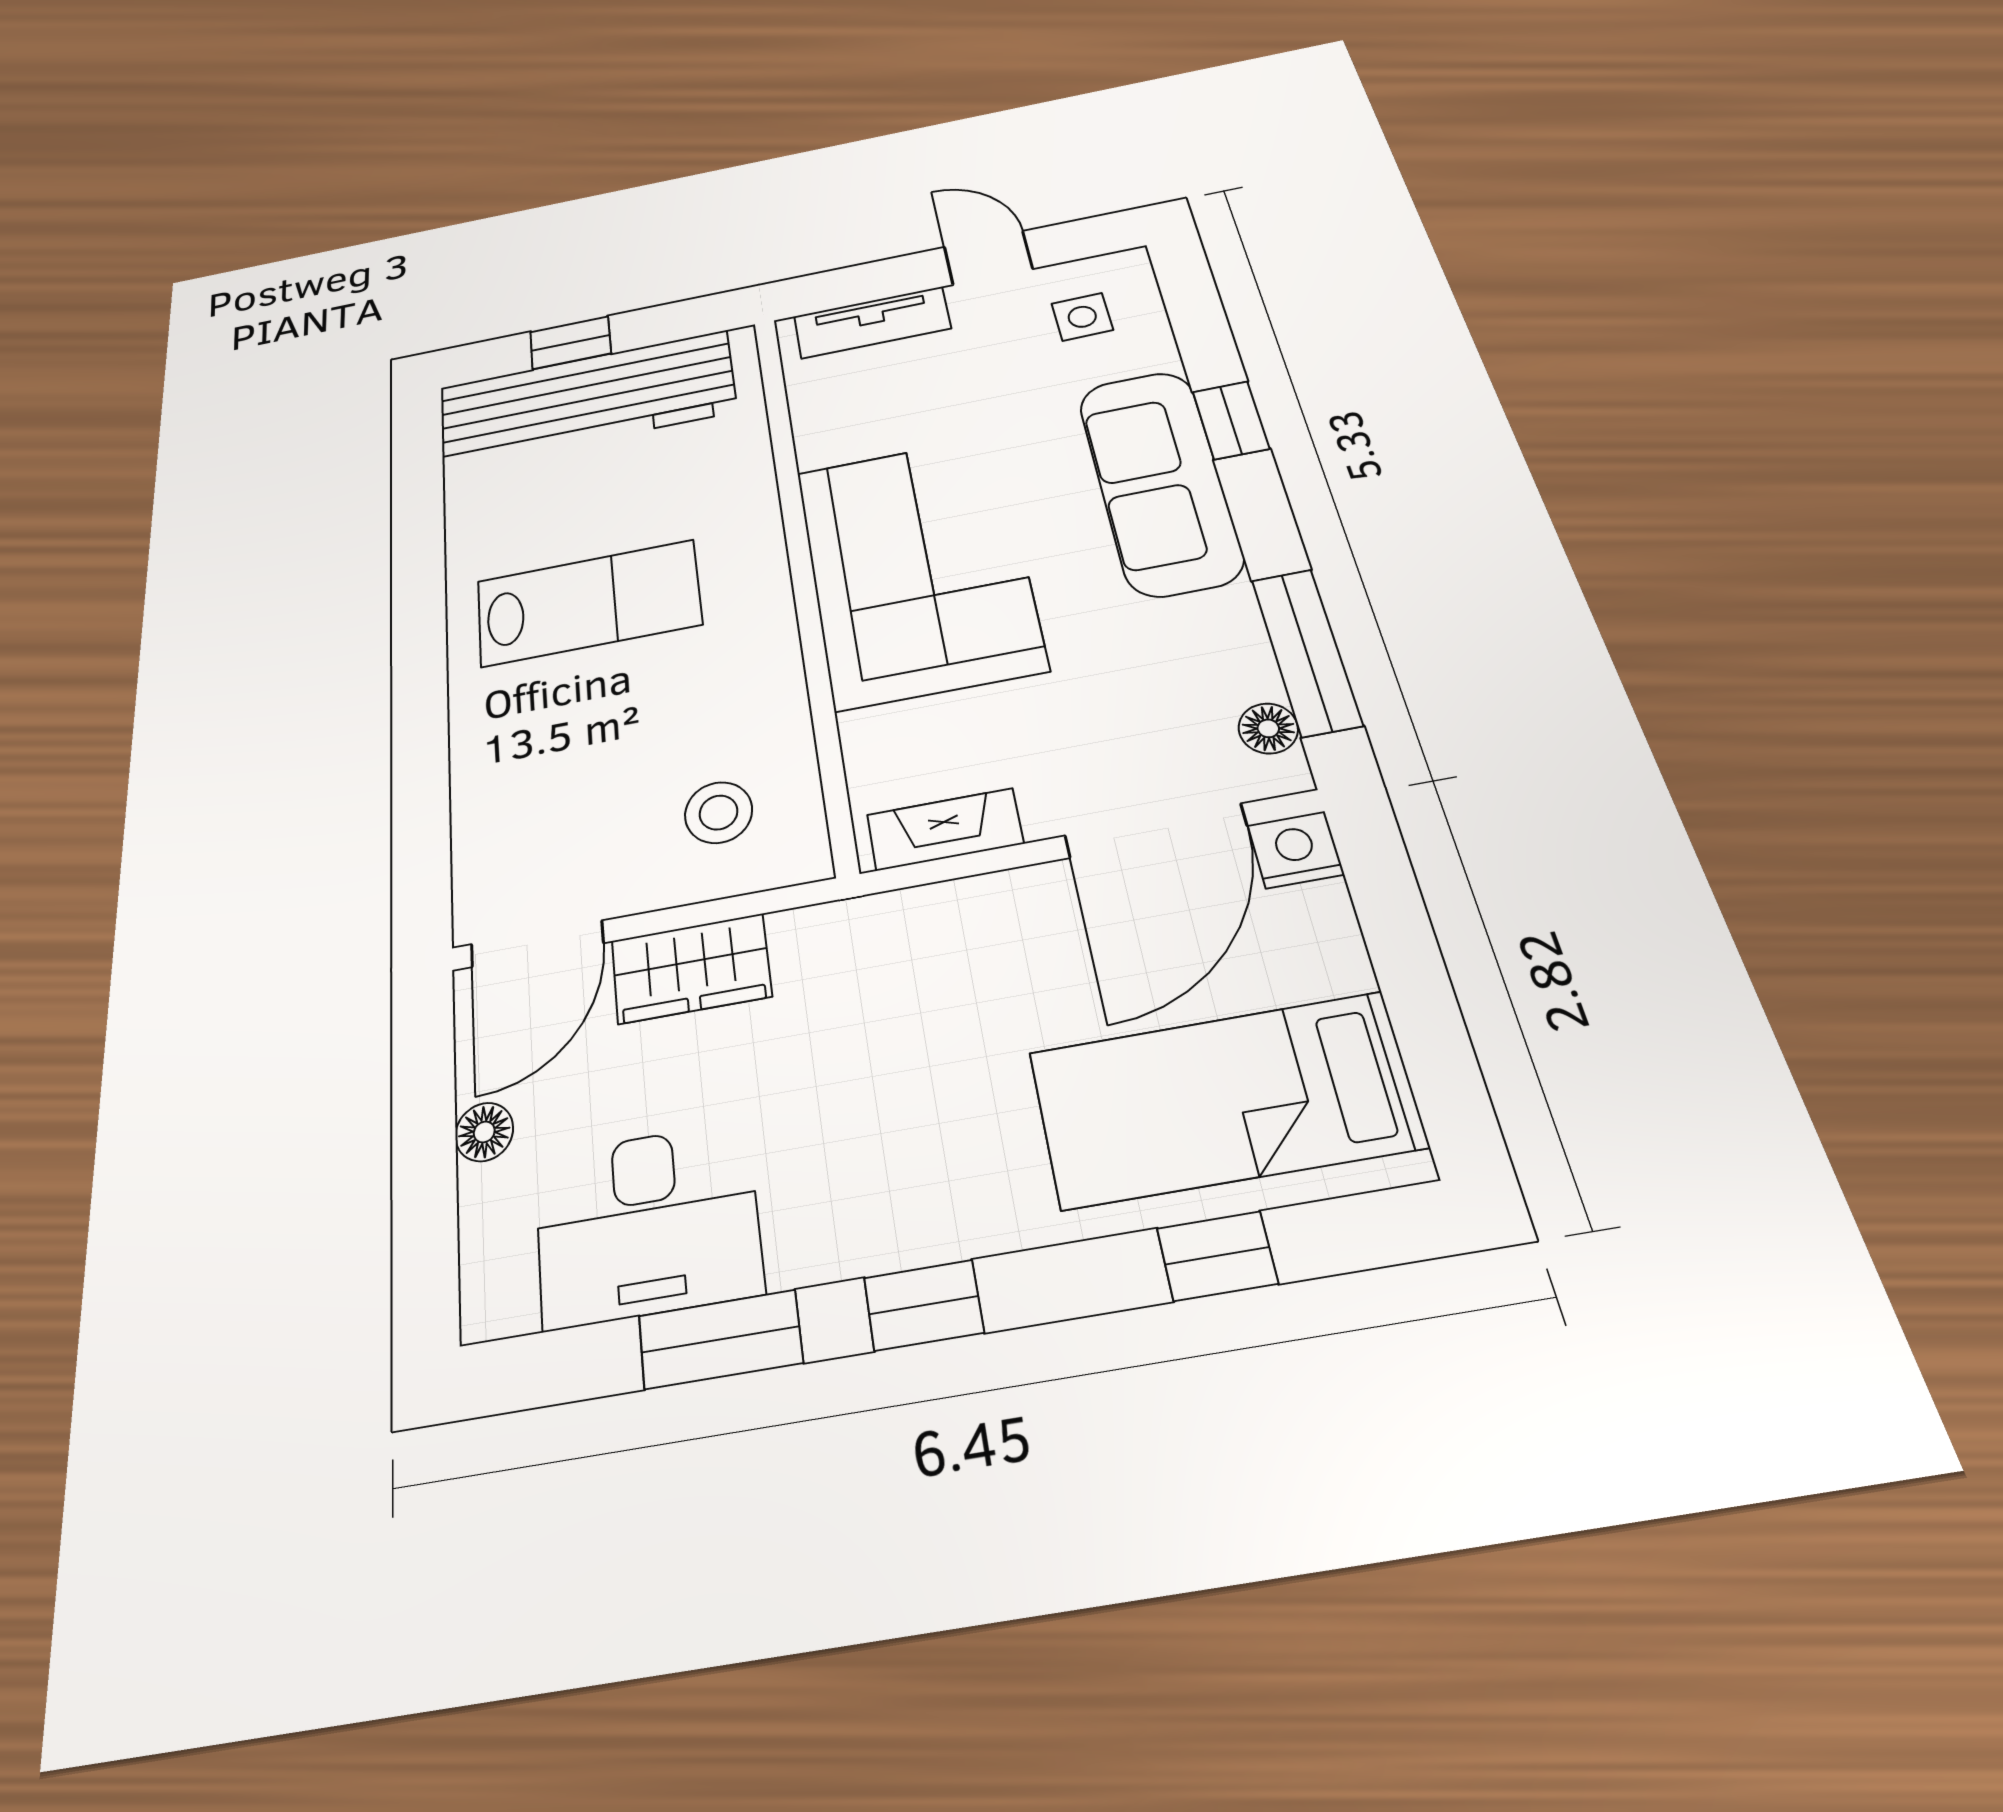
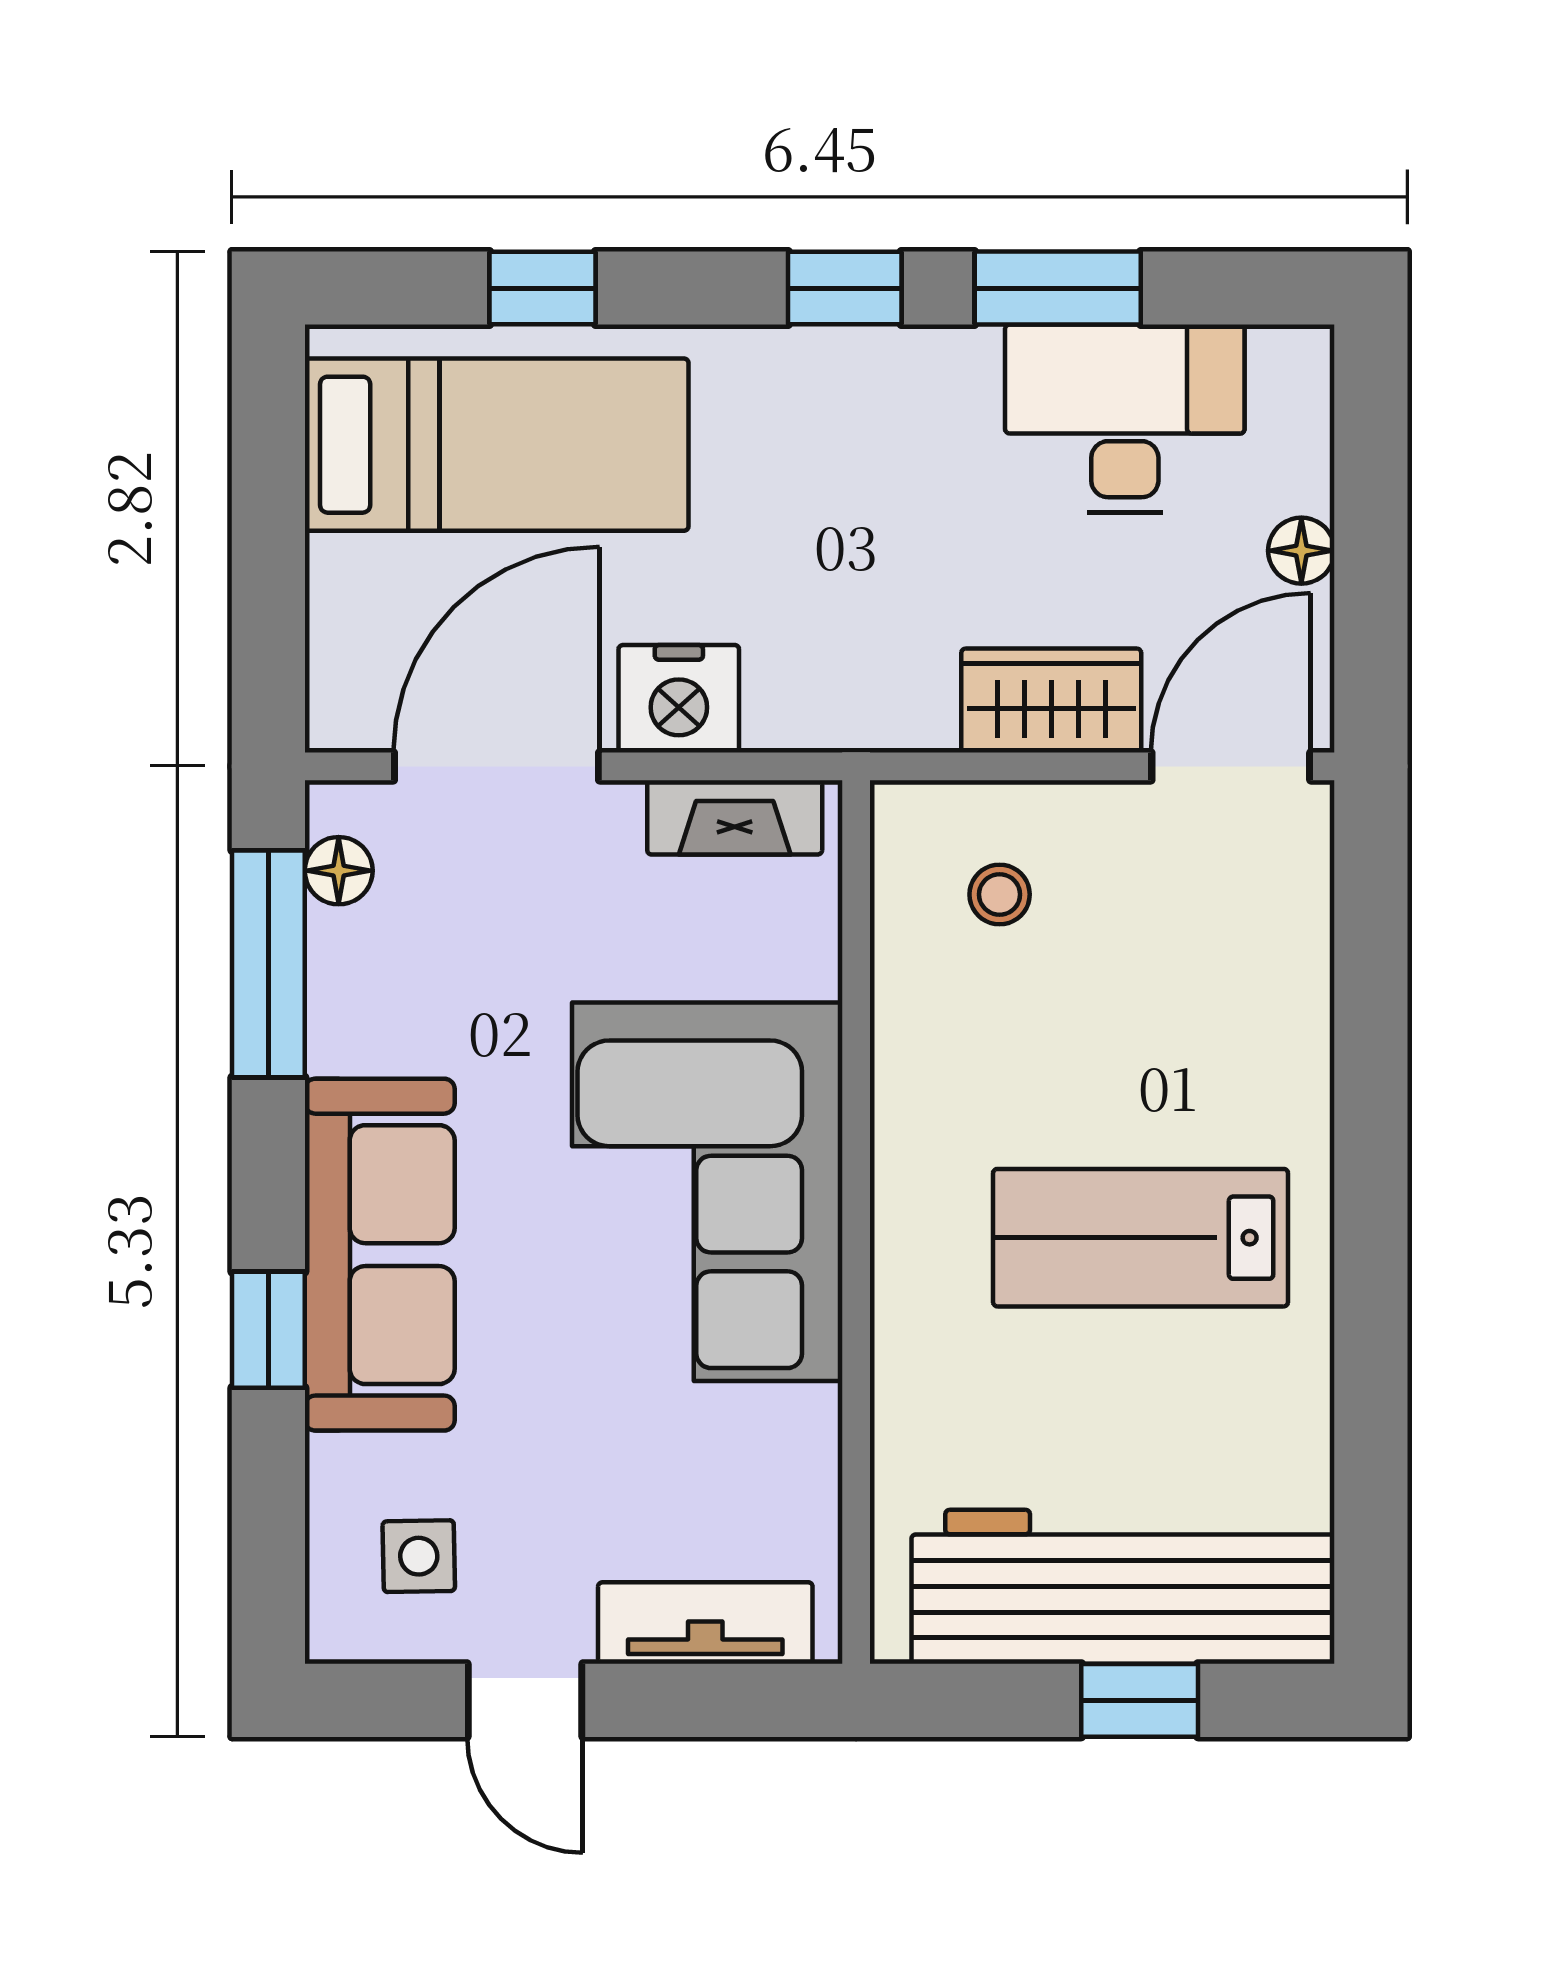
stool: (719, 813) -> (1000, 894), width x0.73, depth x0.73
nightstand: (1295, 850) -> (679, 699), moved, width x1.36, depth x1.33

